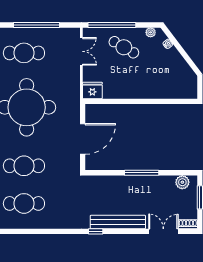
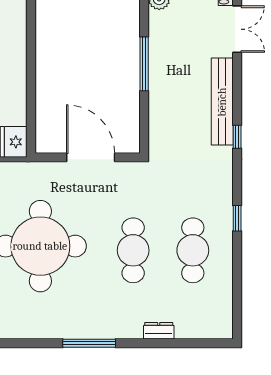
window: (44, 231) -> (237, 218), added
double door: (163, 231) -> (237, 29), swing flipped

